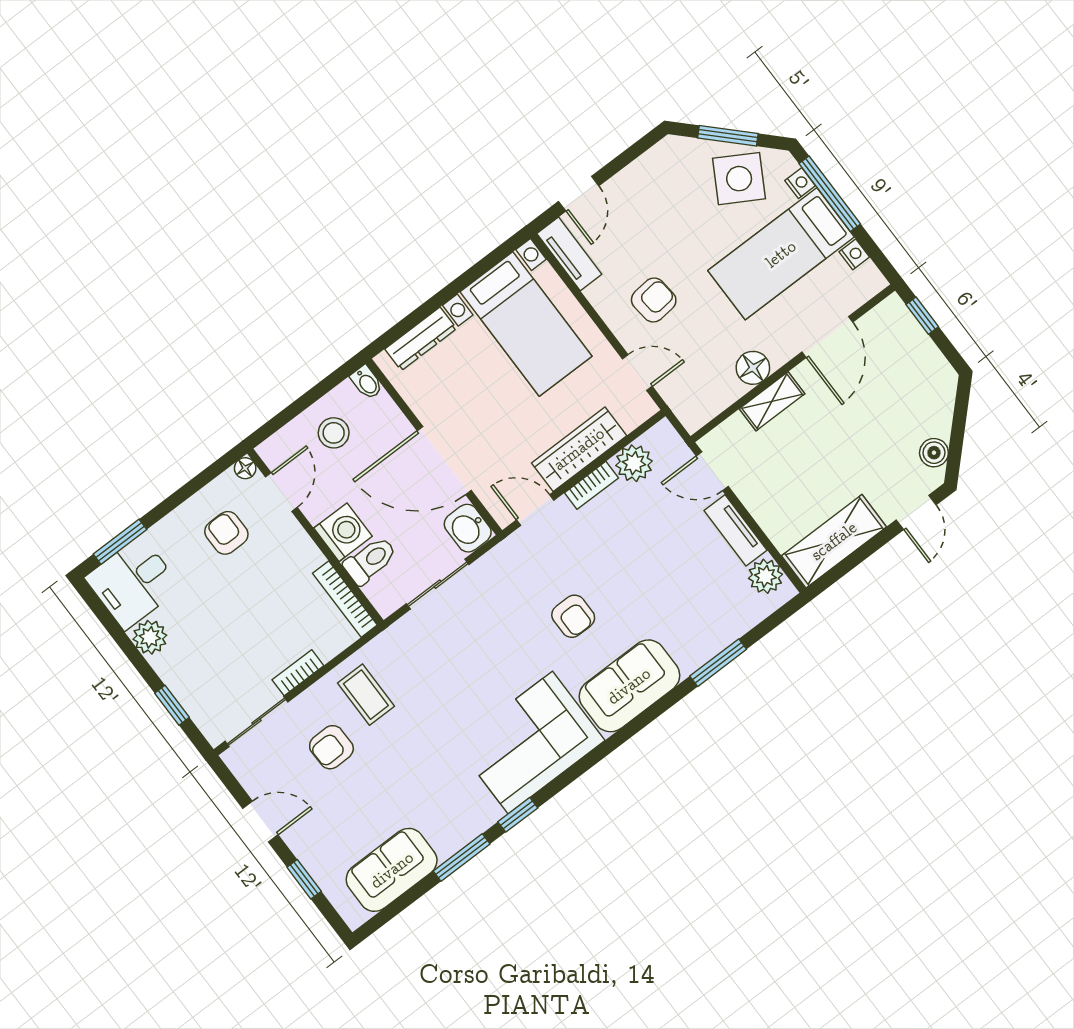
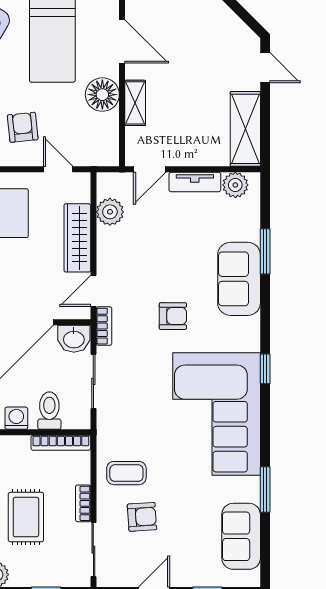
floor lamp: (753, 368) -> (102, 95), width x1.38, depth x1.38
door: (637, 373) -> (58, 169), hinge flipped
boiler: (934, 453) -> (238, 30), removed
bookcase: (591, 485) -> (104, 326), moved
washing machine: (343, 532) -> (16, 418), width x0.73, depth x0.73
rug: (236, 622) -> (26, 517), added
sofa: (629, 686) -> (239, 279), moved
corner sofa: (530, 743) -> (217, 414), width x1.36, depth x1.36
armchair: (331, 747) -> (142, 517), turned -93
window: (518, 815) -> (265, 369), moved

